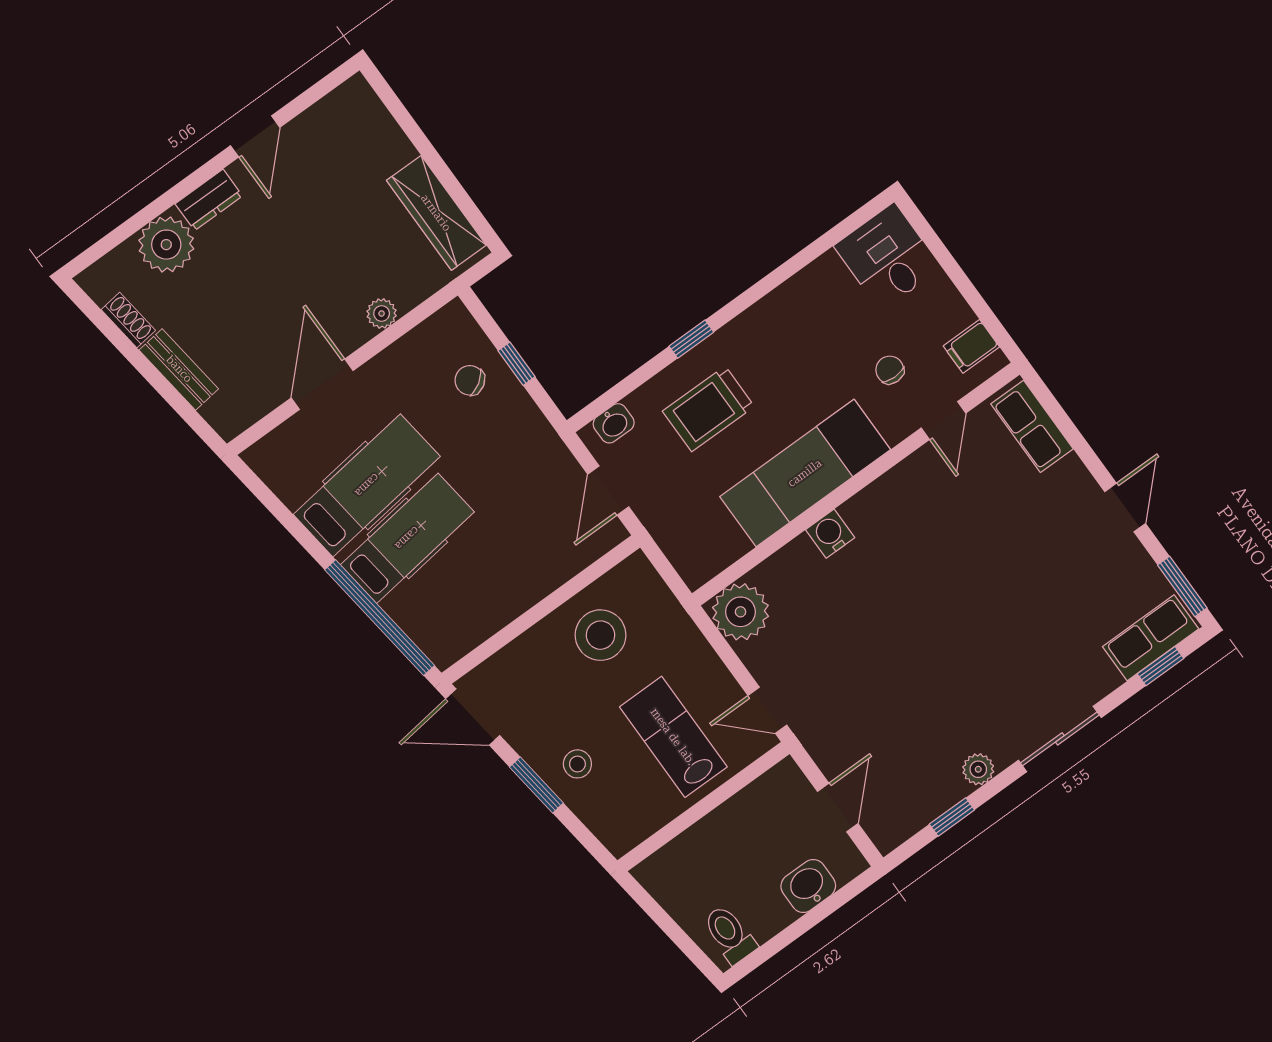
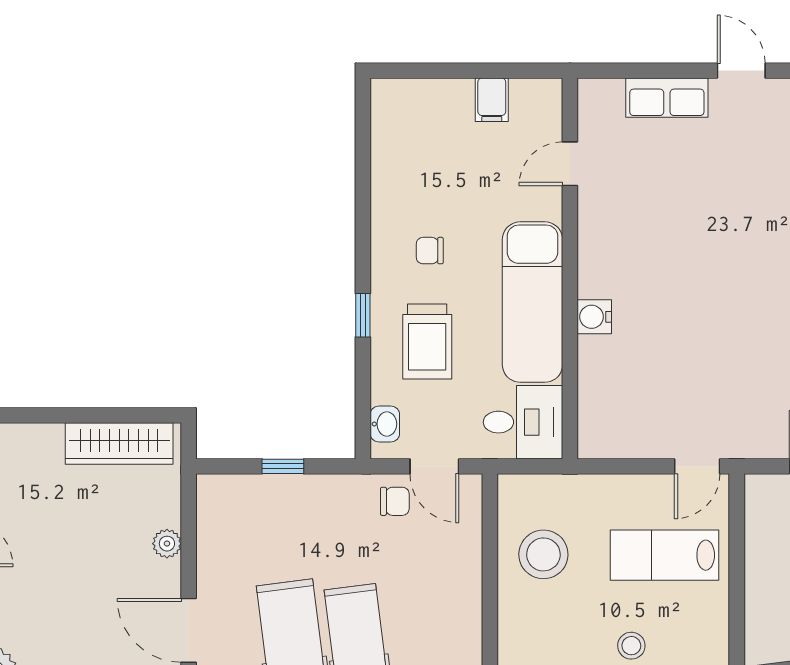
desk: (888, 257) -> (523, 422), moved, turned 180
filing cabinet: (971, 346) -> (492, 100), moved
chair: (890, 370) -> (430, 251), moved
chair: (470, 380) -> (395, 501), moved, turned -147
door: (943, 421) -> (570, 164), swing flipped
row of seats: (1032, 426) -> (667, 98), moved
plant: (741, 612) -> (605, 431), removed

